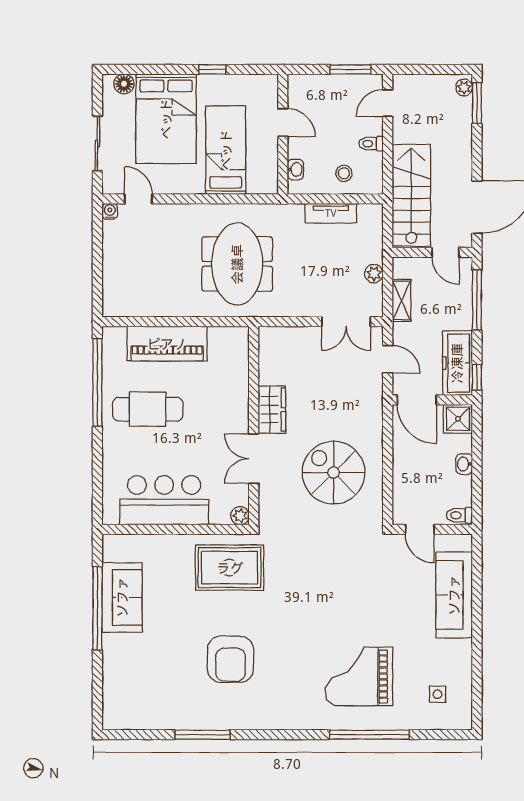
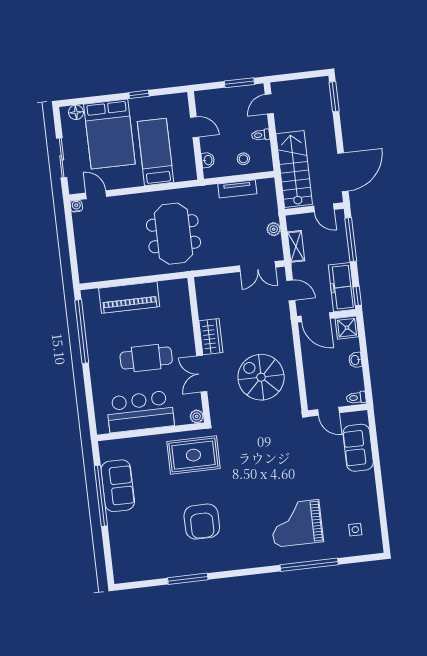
plant: (464, 87) -> (324, 86), removed
cafe table: (148, 409) -> (146, 358), moved
sofa: (454, 595) -> (358, 448), width x0.73

